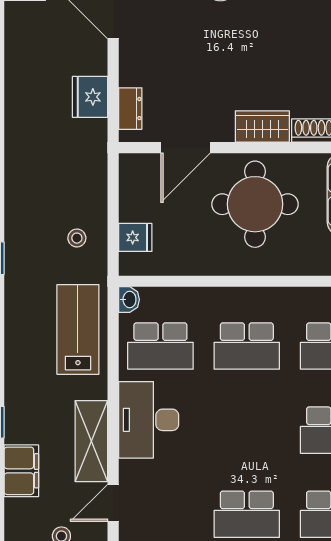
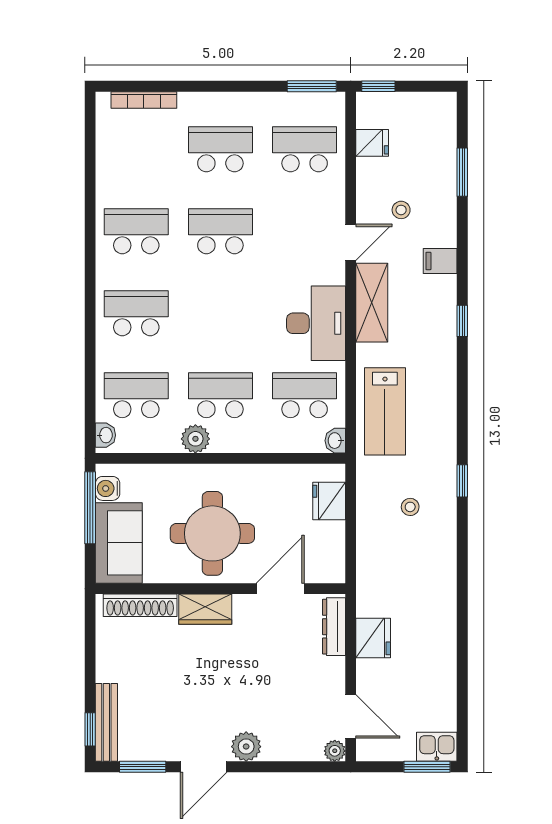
dresser: (130, 109) -> (334, 627), width x1.44
fridge: (135, 237) -> (329, 501), width x1.38
stool: (77, 238) -> (410, 507), moved
plant: (272, 301) -> (195, 439), added
filing cabinet: (21, 471) -> (440, 261), width x0.50

